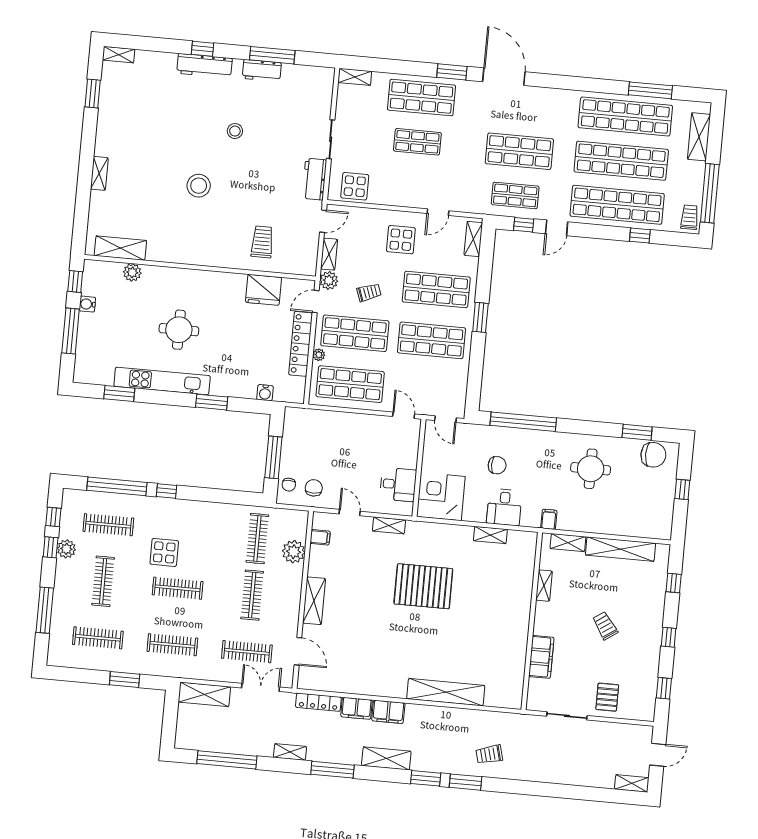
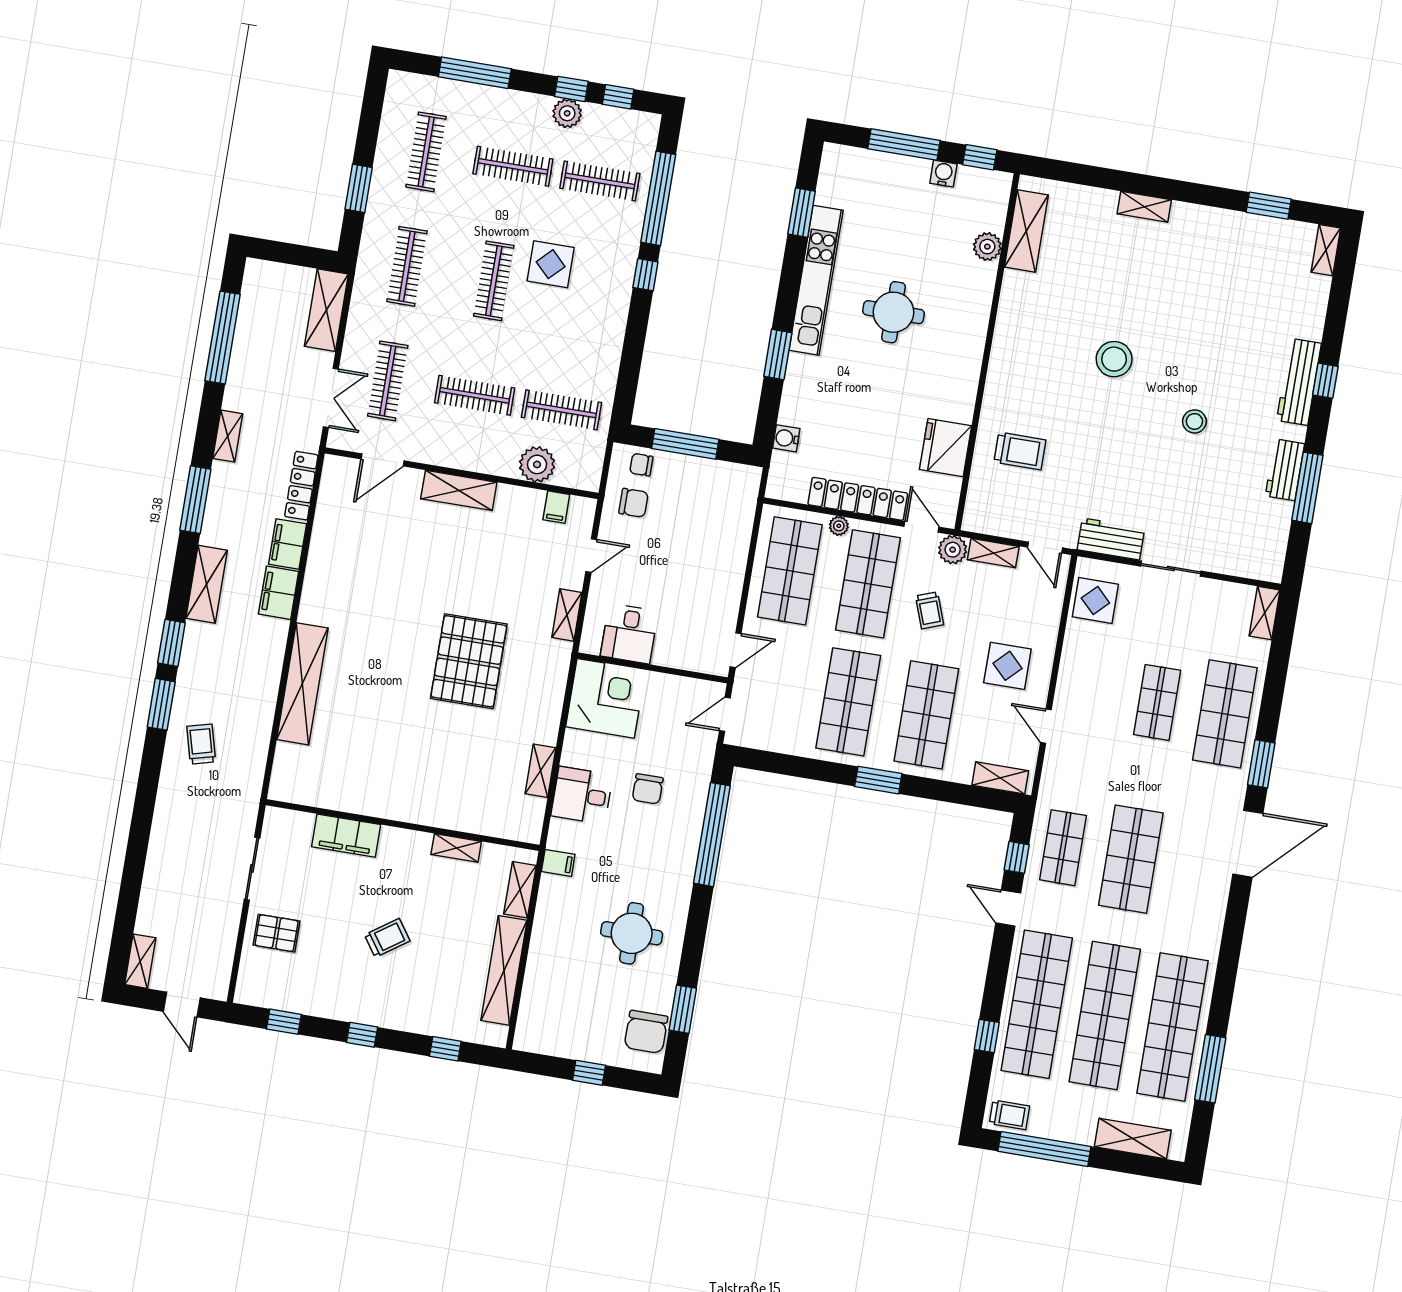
clothes rail: (108, 525) -> (600, 181), turned 90

